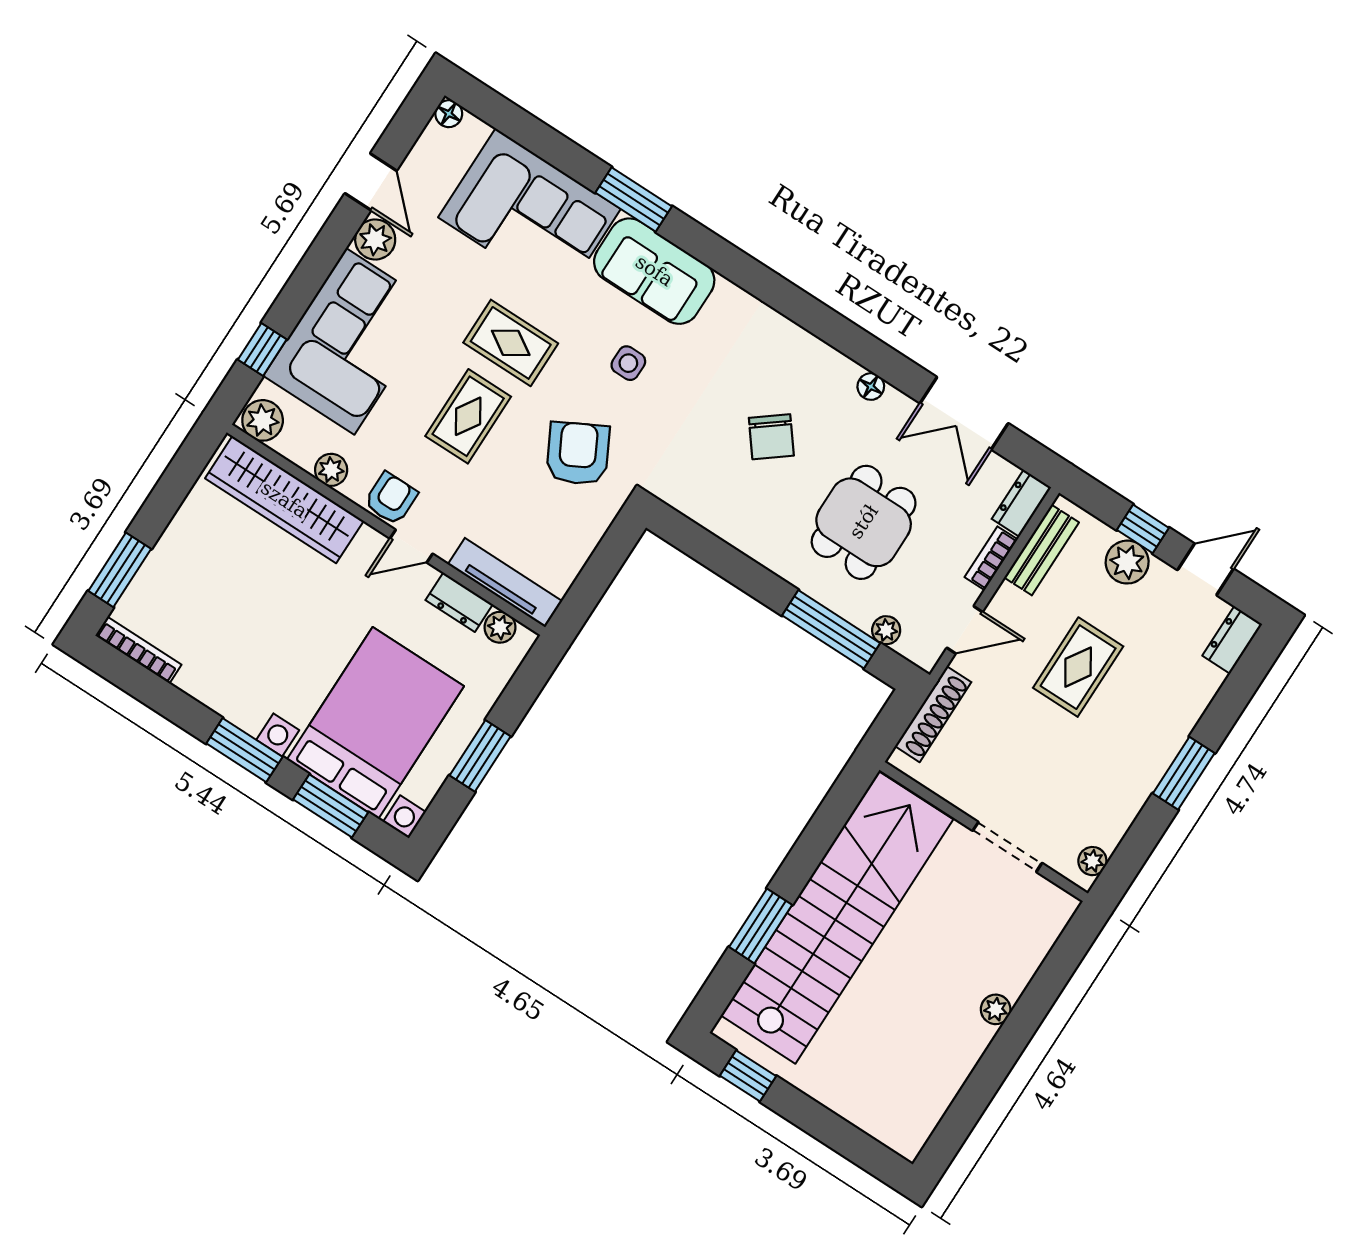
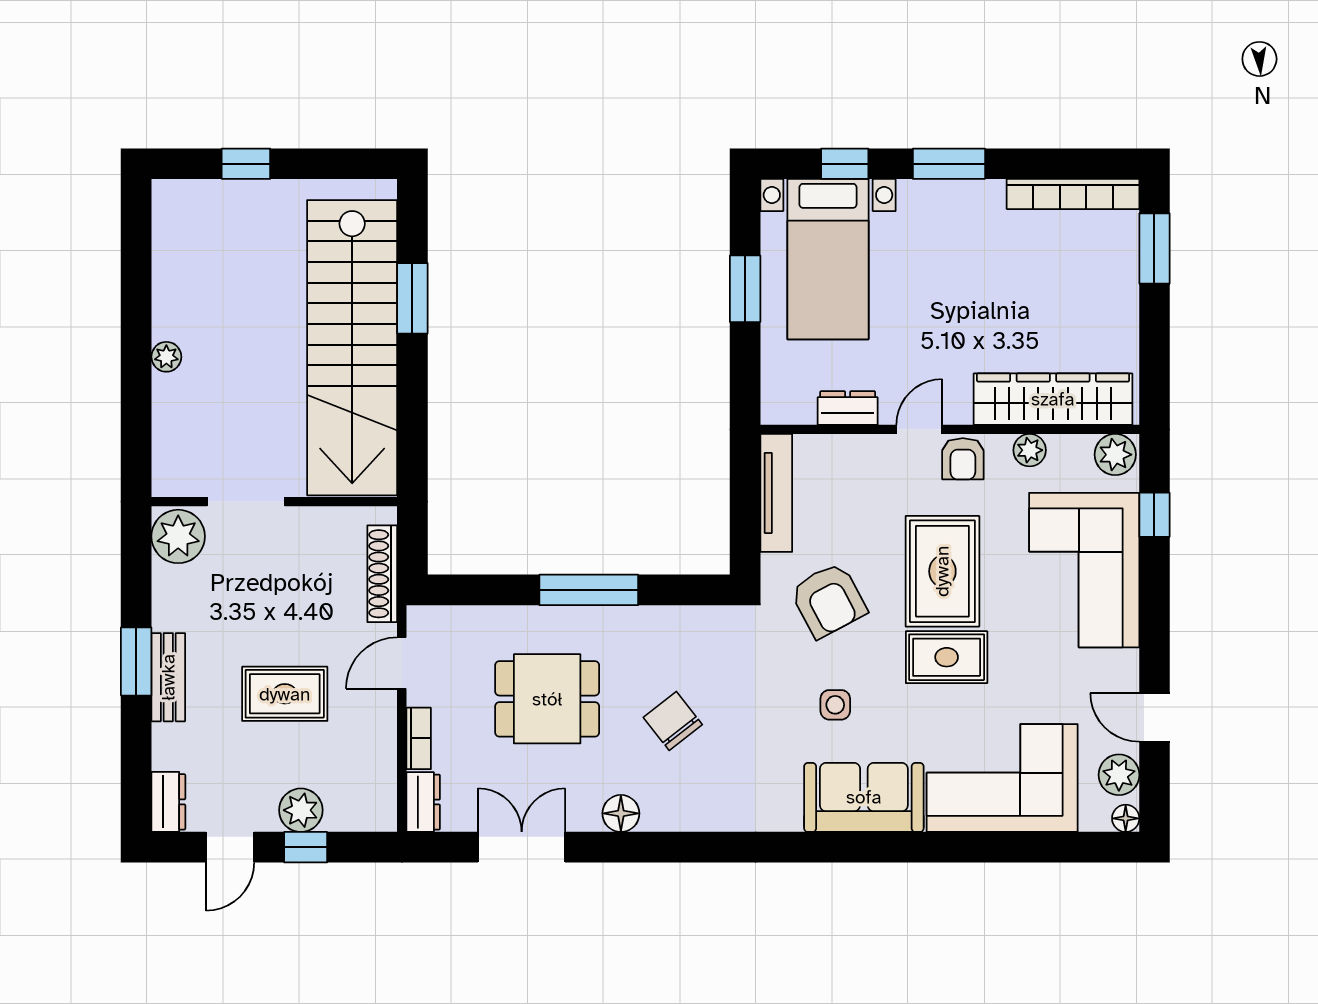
window: (634, 199) -> (921, 847), removed
plant: (375, 239) -> (1119, 775), moved
floor lamp: (871, 387) -> (621, 813), width x1.37, depth x1.37
rug: (468, 416) -> (942, 571), width x1.36, depth x1.43
dining table: (864, 522) -> (547, 699), turned 90
bench: (1042, 550) -> (168, 677), moved
tv unit: (505, 583) -> (776, 493), moved, turned -90
plant: (500, 627) -> (799, 409), removed
window: (831, 629) -> (589, 590), moved
plant: (886, 630) -> (468, 619), removed
bookcase: (138, 650) -> (1073, 194), width x1.48, depth x1.31
rug: (1078, 667) -> (285, 694), turned 90
bed with nightstands: (375, 723) -> (828, 259), width x0.73
window: (331, 806) -> (845, 164), width x0.67
plant: (1092, 861) -> (178, 536), width x1.88, depth x1.88
window: (748, 1076) -> (246, 164), moved

